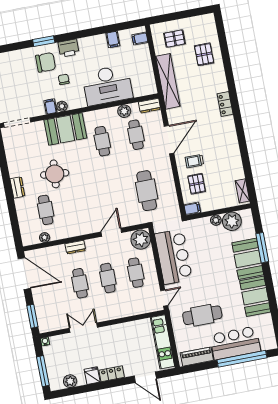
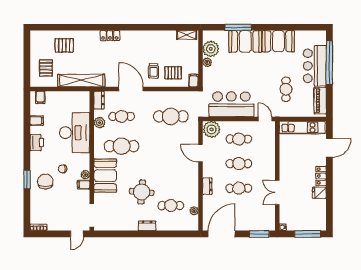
printer: (69, 48) -> (37, 143), moved
cafe table: (102, 141) -> (122, 146), width x1.37, depth x1.35
cafe table: (202, 315) -> (286, 89), width x0.73, depth x0.74
plant: (70, 381) -> (321, 212), removed

